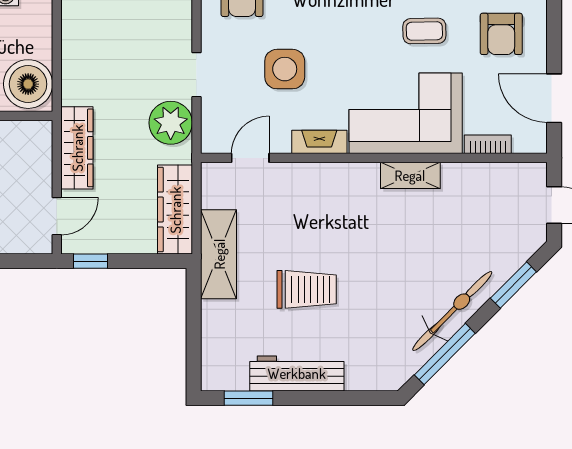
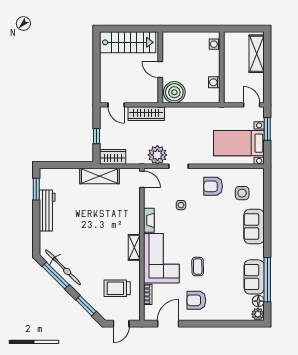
side table: (285, 69) -> (181, 205), width x0.54, depth x0.54
door: (250, 158) -> (142, 179), moved
shelving: (410, 175) -> (134, 247), moved
wardrobe: (175, 210) -> (113, 157), width x0.67
window: (91, 261) -> (96, 136), moved
trolley: (307, 289) -> (117, 288), moved, turned 90
bicycle: (452, 311) -> (63, 267), moved

